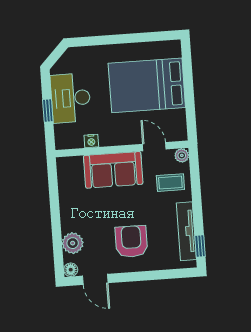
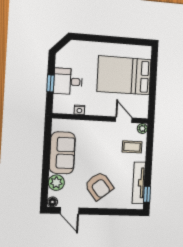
desk: (71, 98) -> (68, 81), width x0.73
sofa: (113, 170) -> (62, 153), moved, turned -90
armchair: (131, 241) -> (99, 186), turned 142

